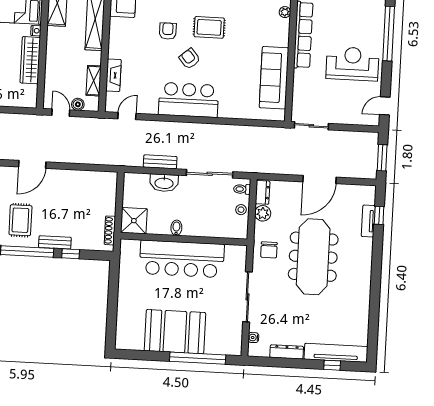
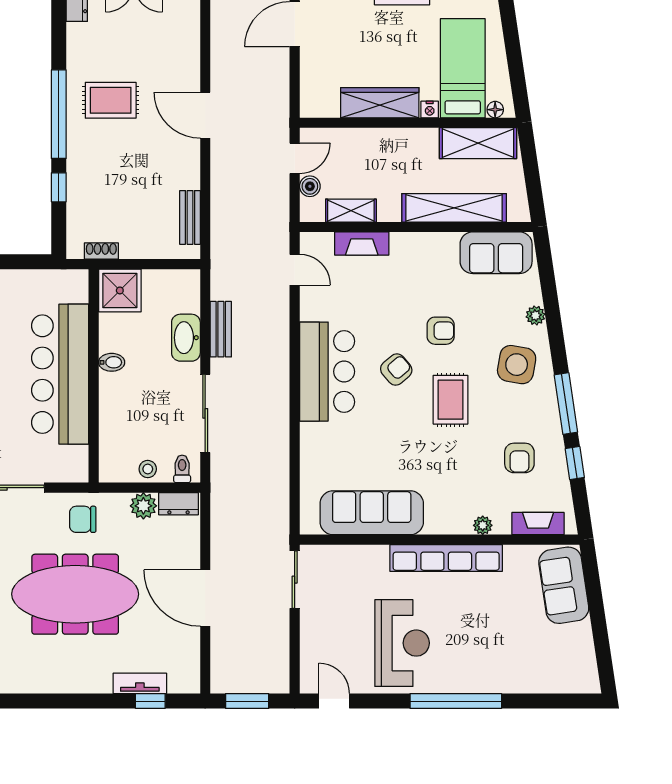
shoe rack: (110, 230) -> (101, 251), width x0.70
bench: (55, 242) -> (190, 217), moved

